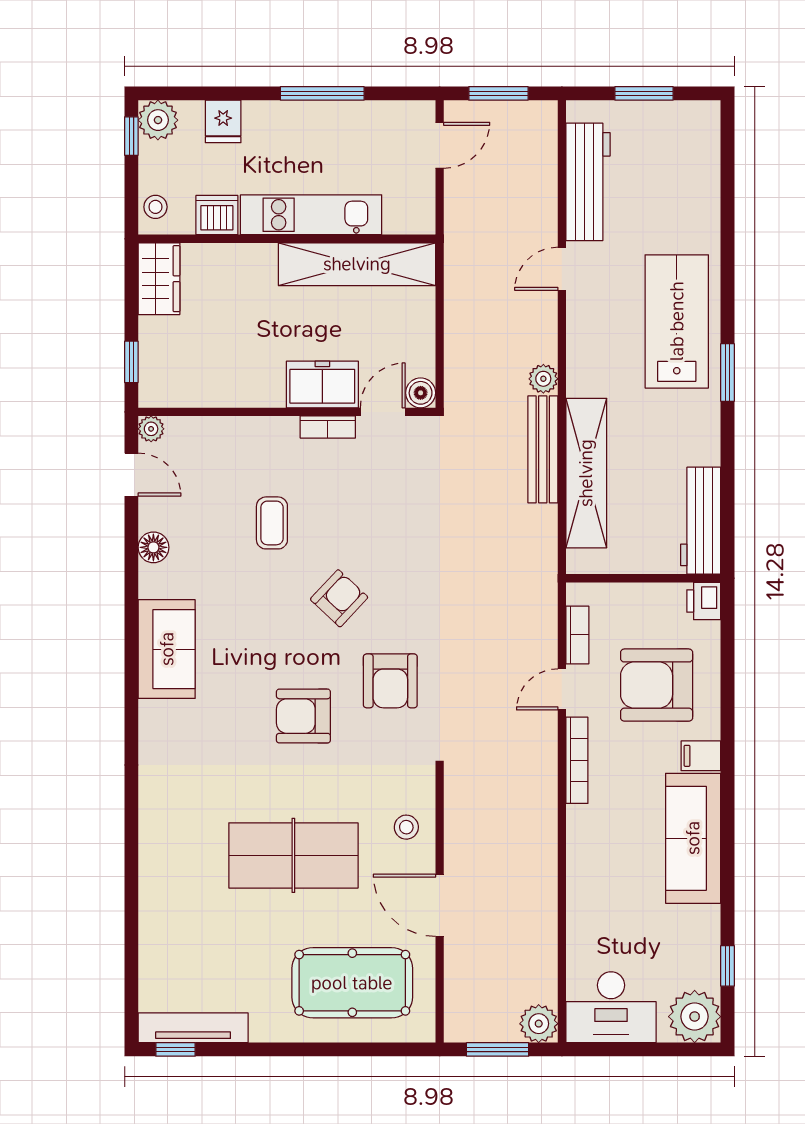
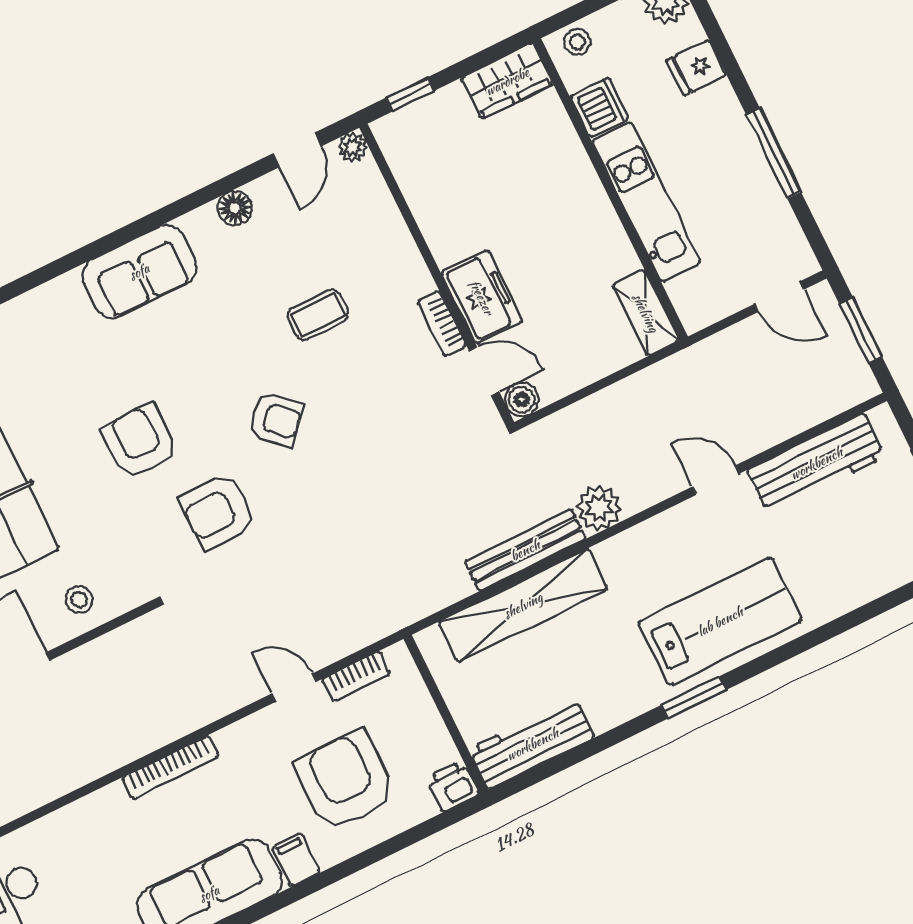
shelving: (357, 264) -> (646, 313), width x0.45, depth x0.75
plant: (543, 379) -> (599, 508), width x1.38, depth x1.38
bookcase: (577, 760) -> (170, 767), moved

